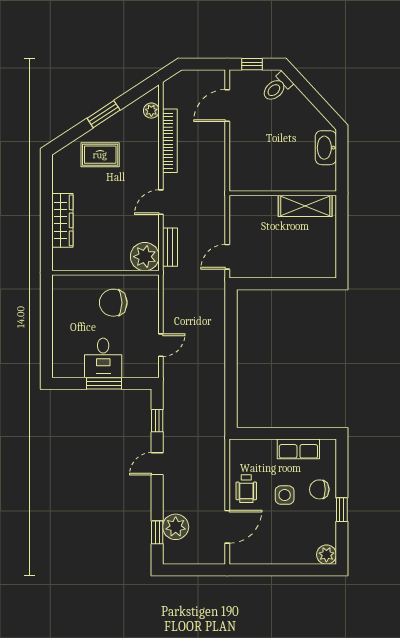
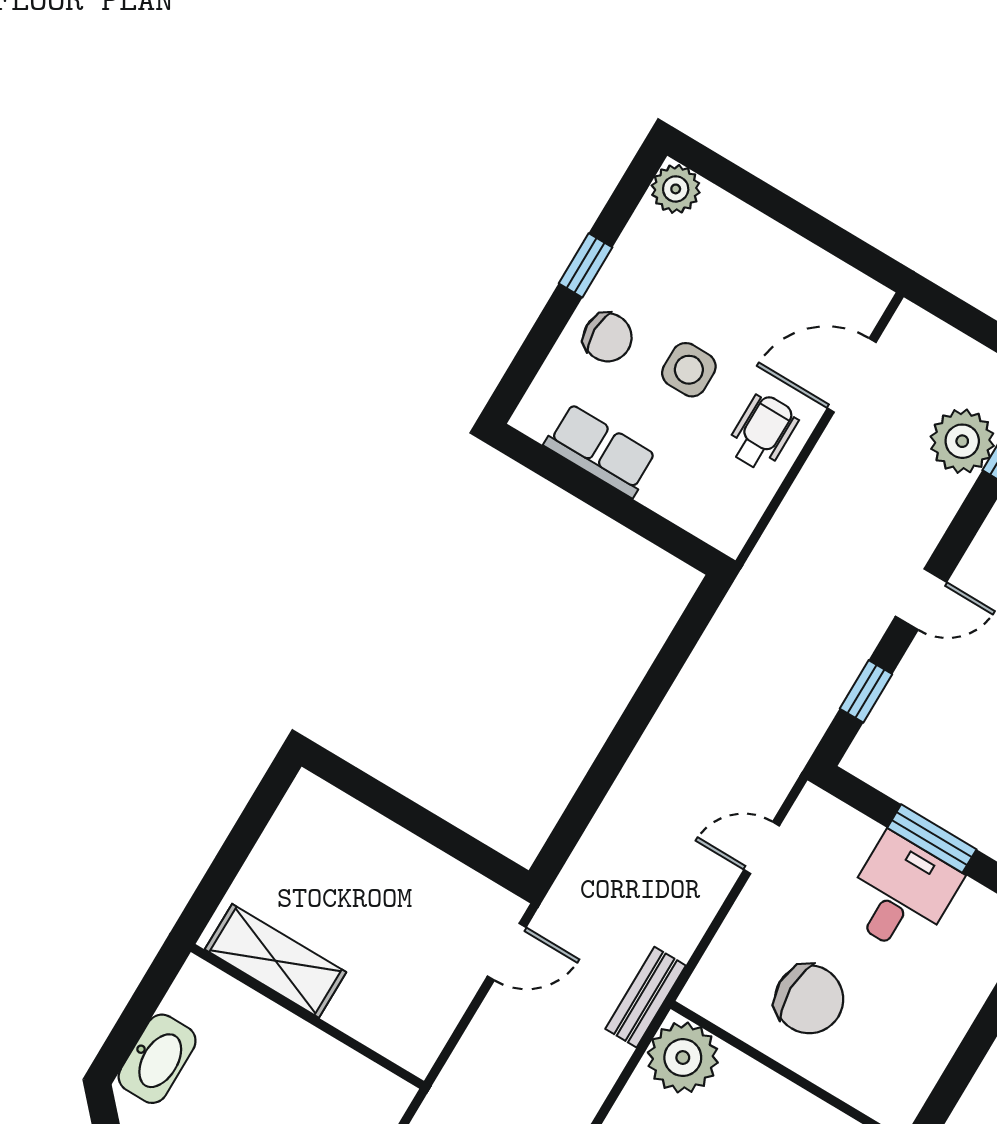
bench: (170, 247) -> (646, 997), moved

